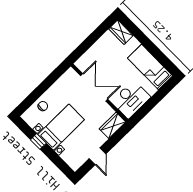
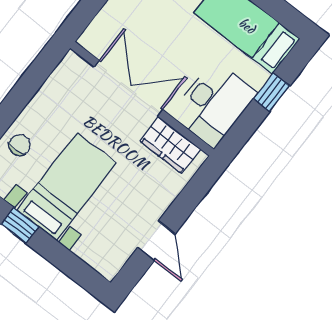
window: (157, 98) -> (271, 92), added
wardrobe: (112, 125) -> (170, 145), moved, turned -90

